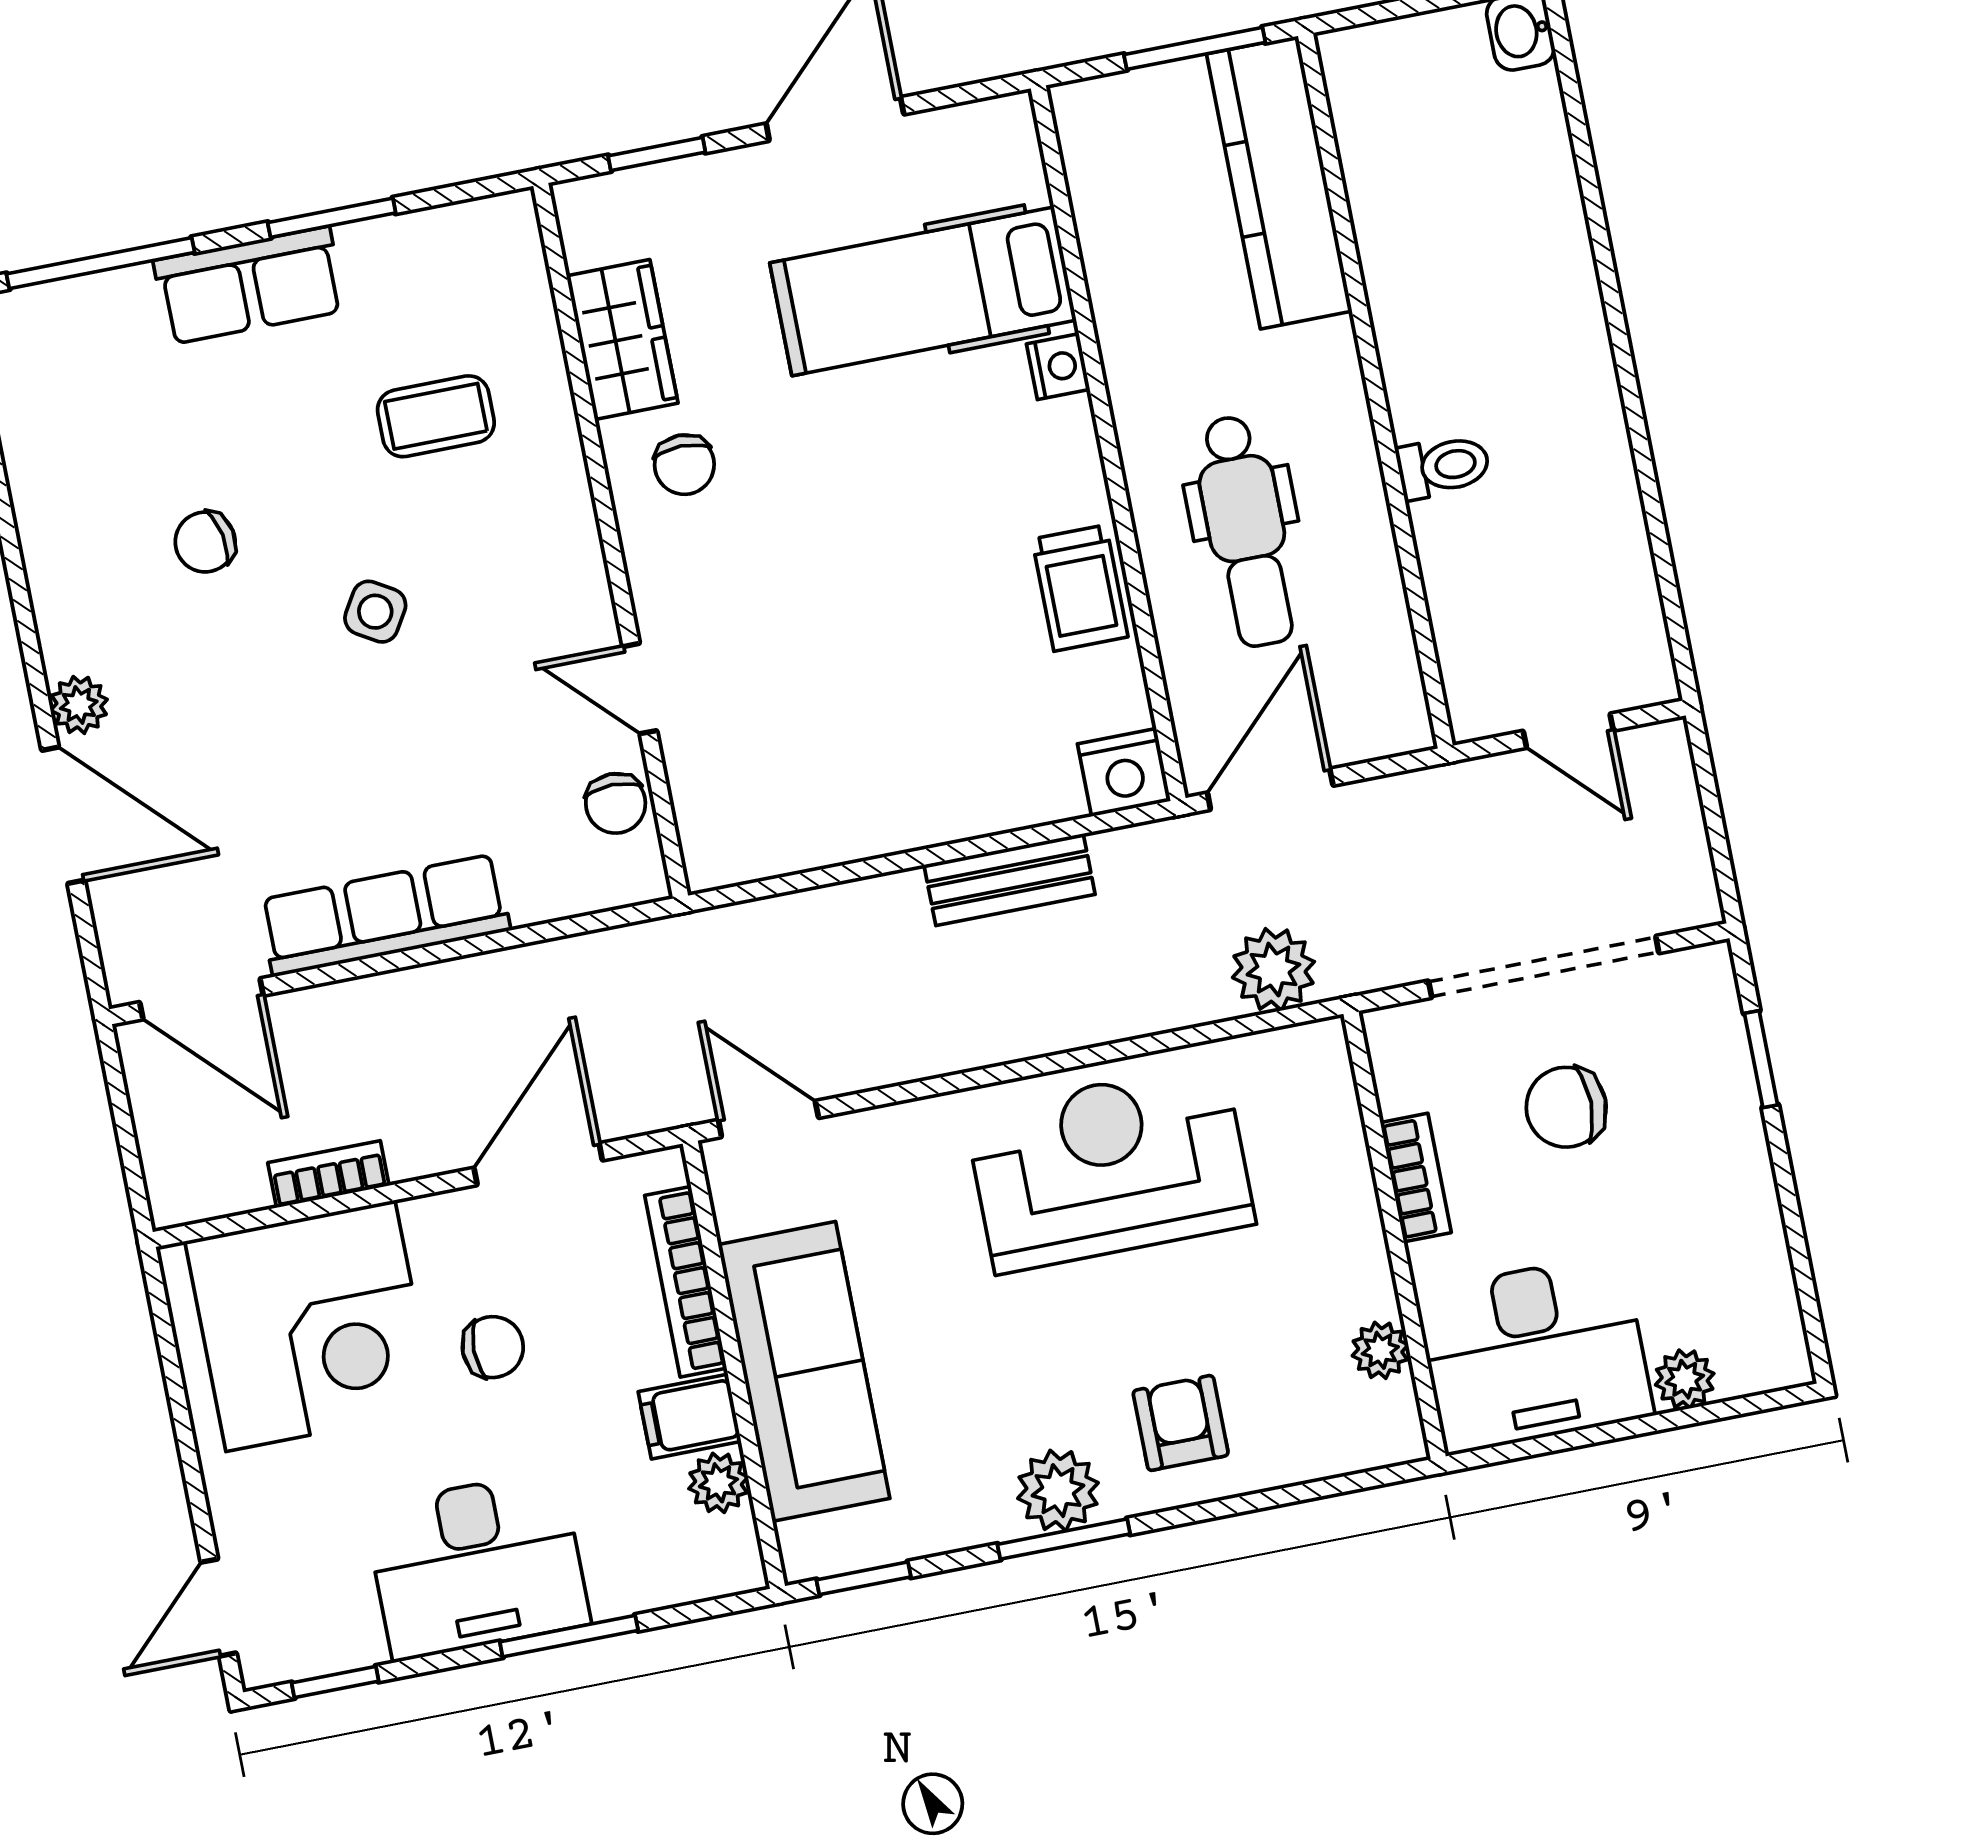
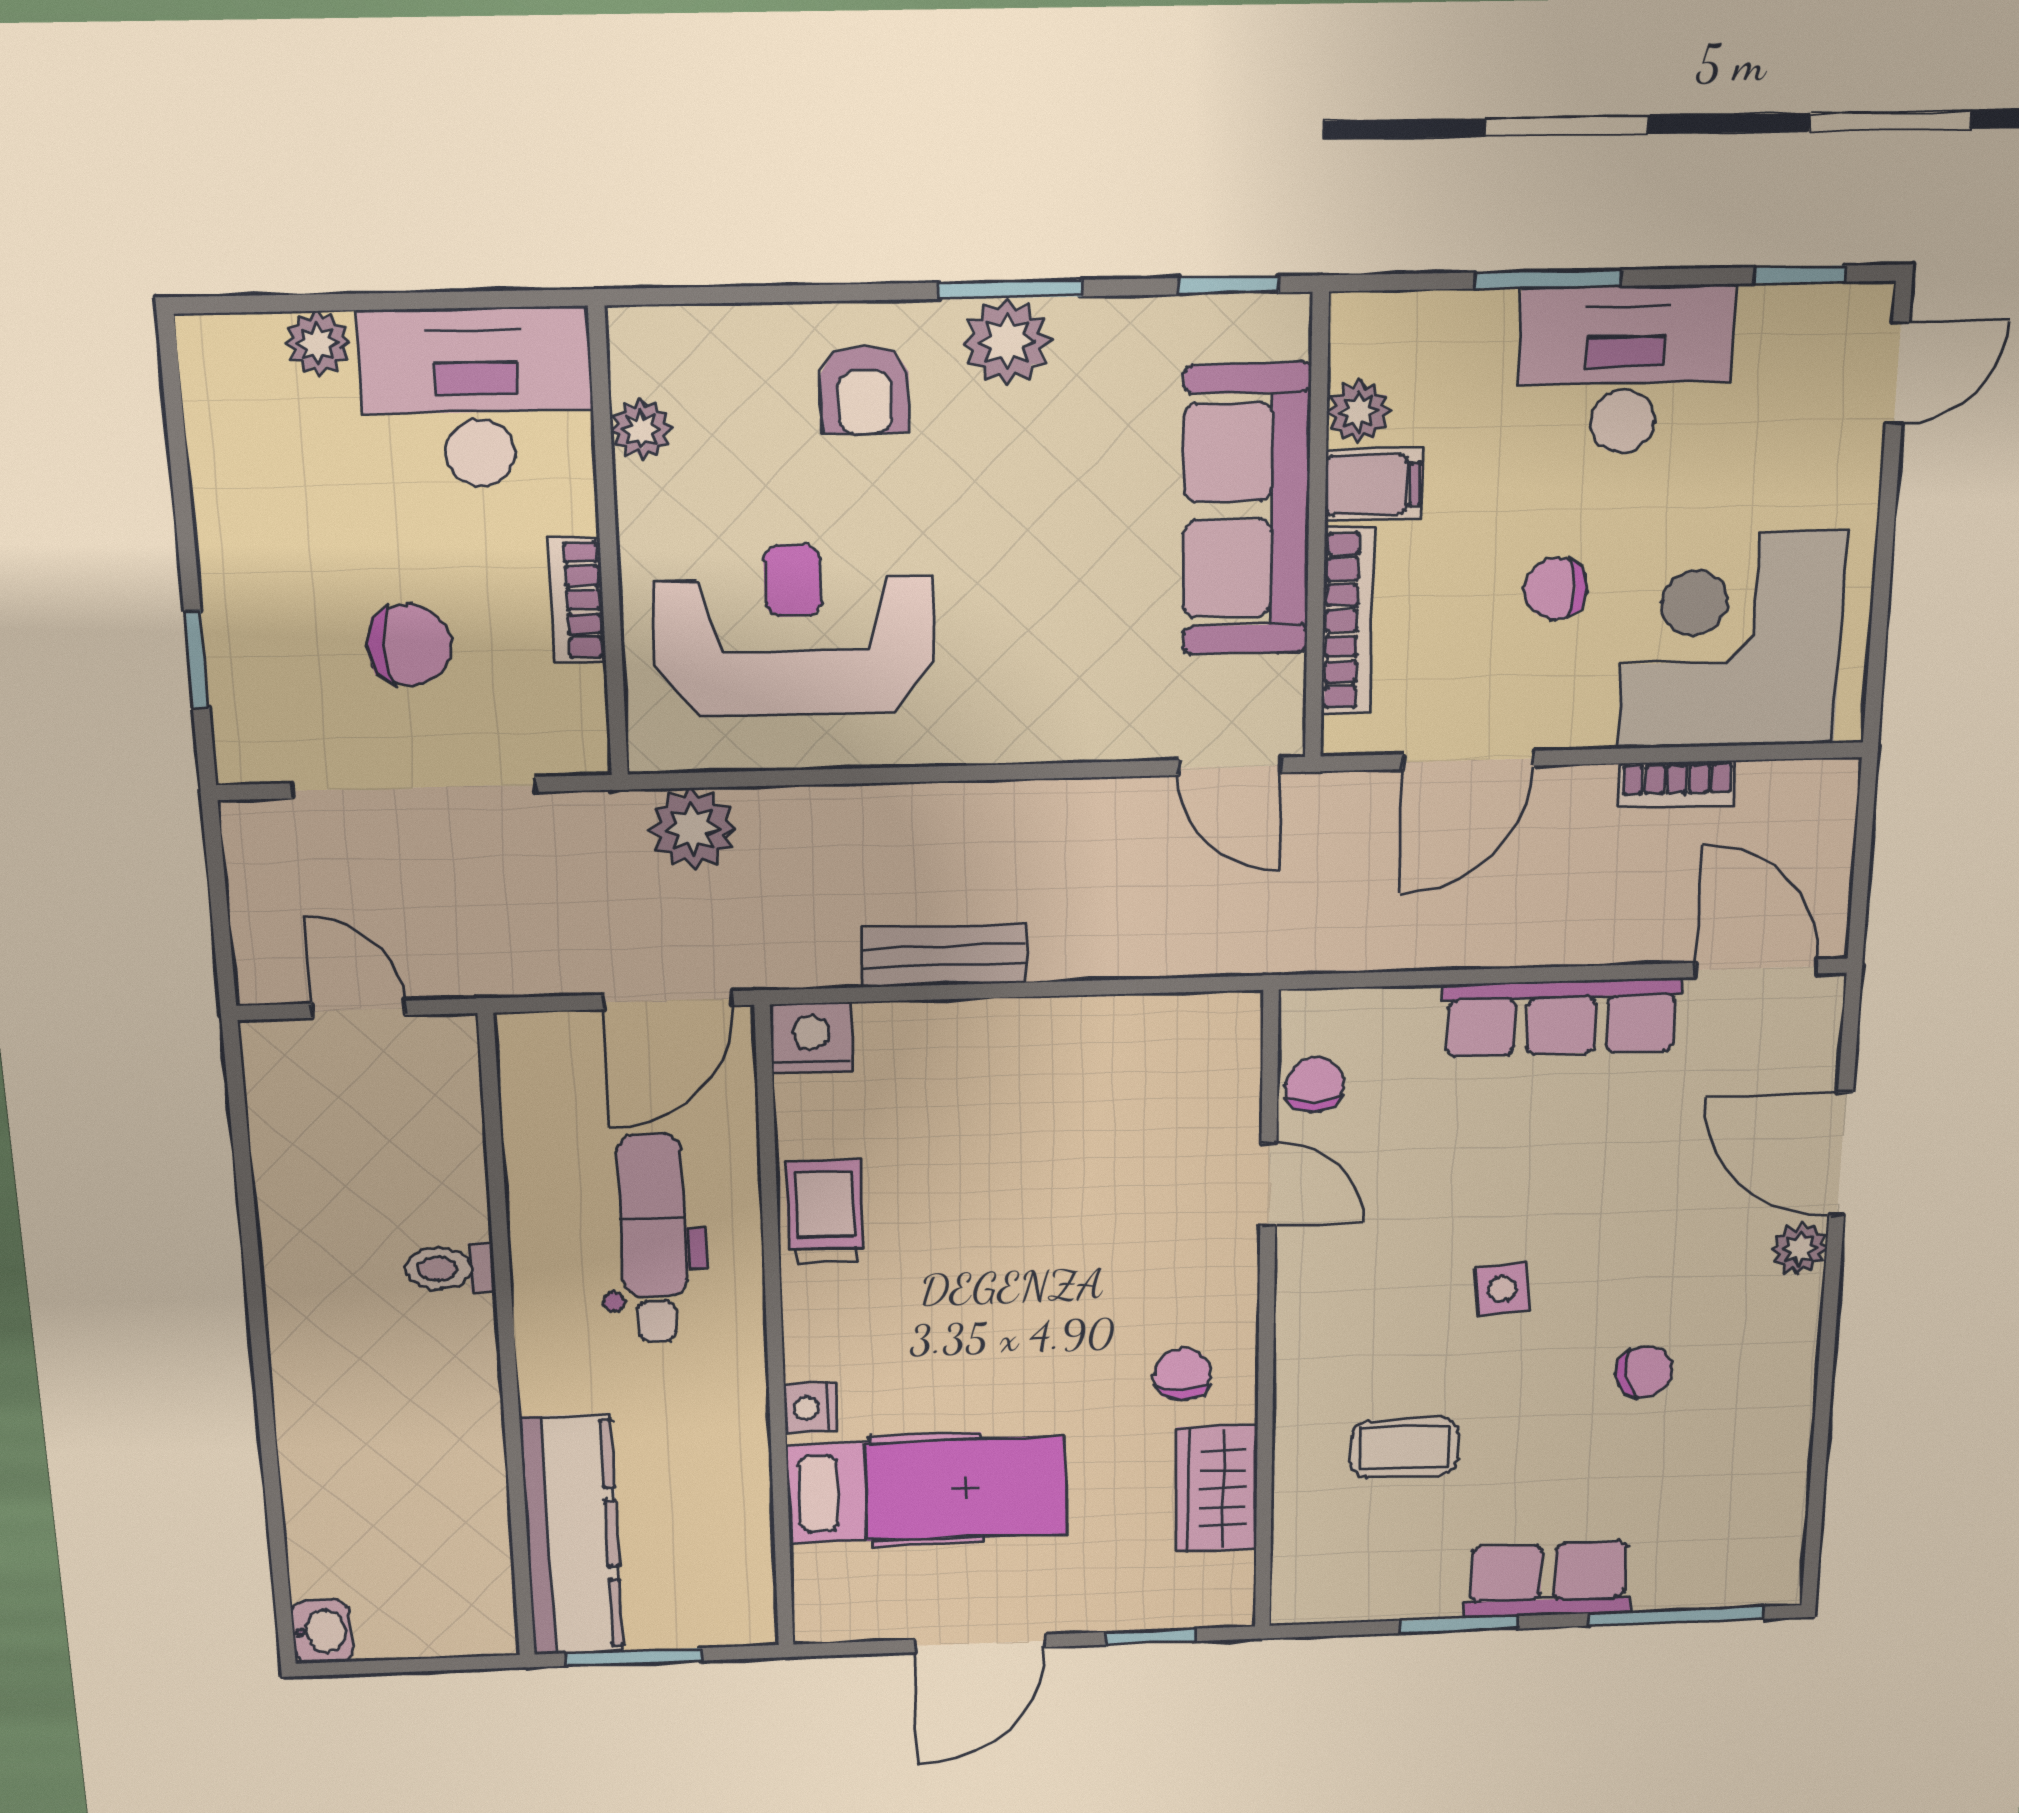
side table: (375, 612) -> (1502, 1289), turned -37
reception desk: (1110, 1168) -> (794, 630), moved, turned 180

